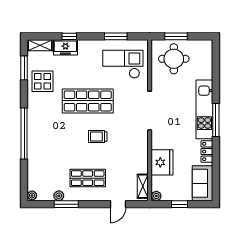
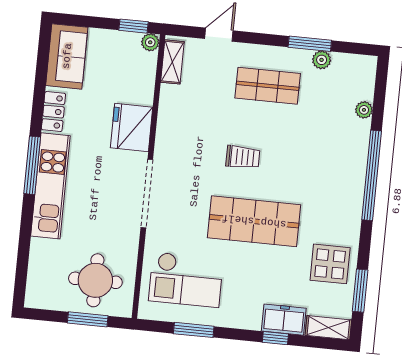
fridge: (162, 162) -> (132, 127), moved
plant: (32, 195) -> (364, 110), moved
window: (179, 204) -> (134, 26), moved

